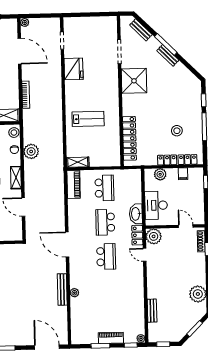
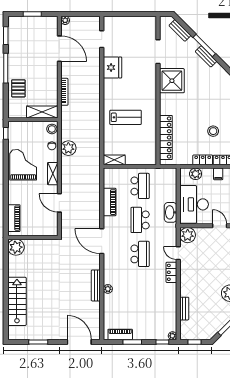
piano: (74, 185) -> (110, 202), moved
desk: (156, 205) -> (194, 204), width x1.36, depth x1.30
locker: (137, 235) -> (171, 272), moved
piano: (111, 338) -> (120, 334), moved

